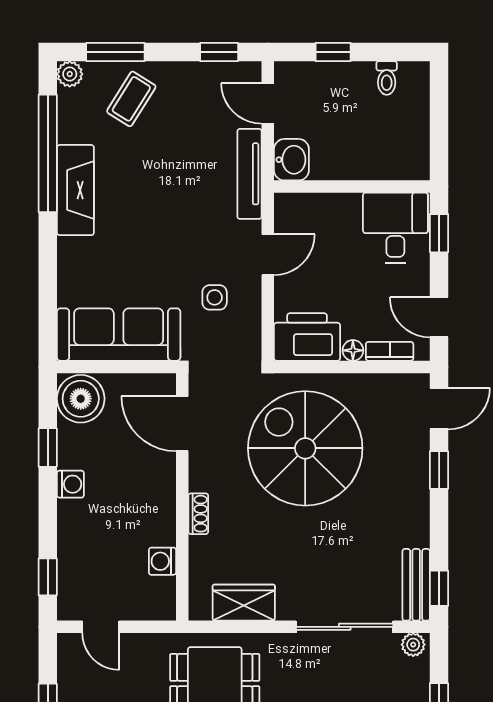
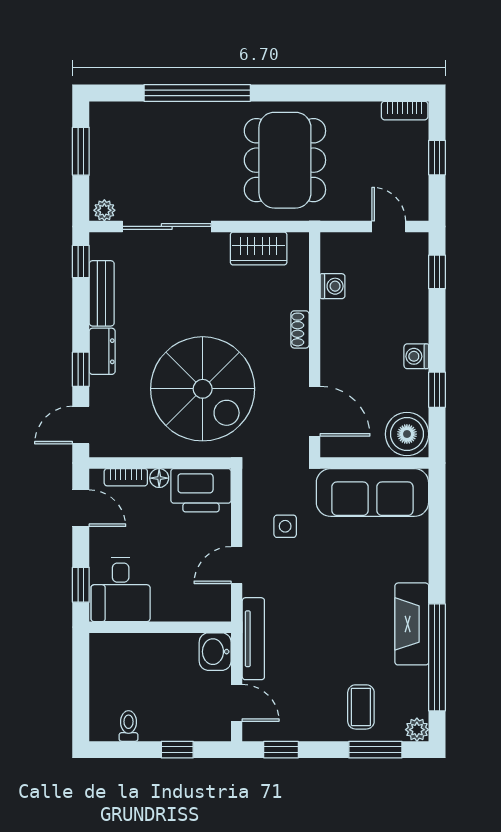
coffee table: (131, 99) -> (361, 707), turned -32
dresser: (416, 490) -> (102, 351), added
bench: (416, 585) -> (102, 293), moved

